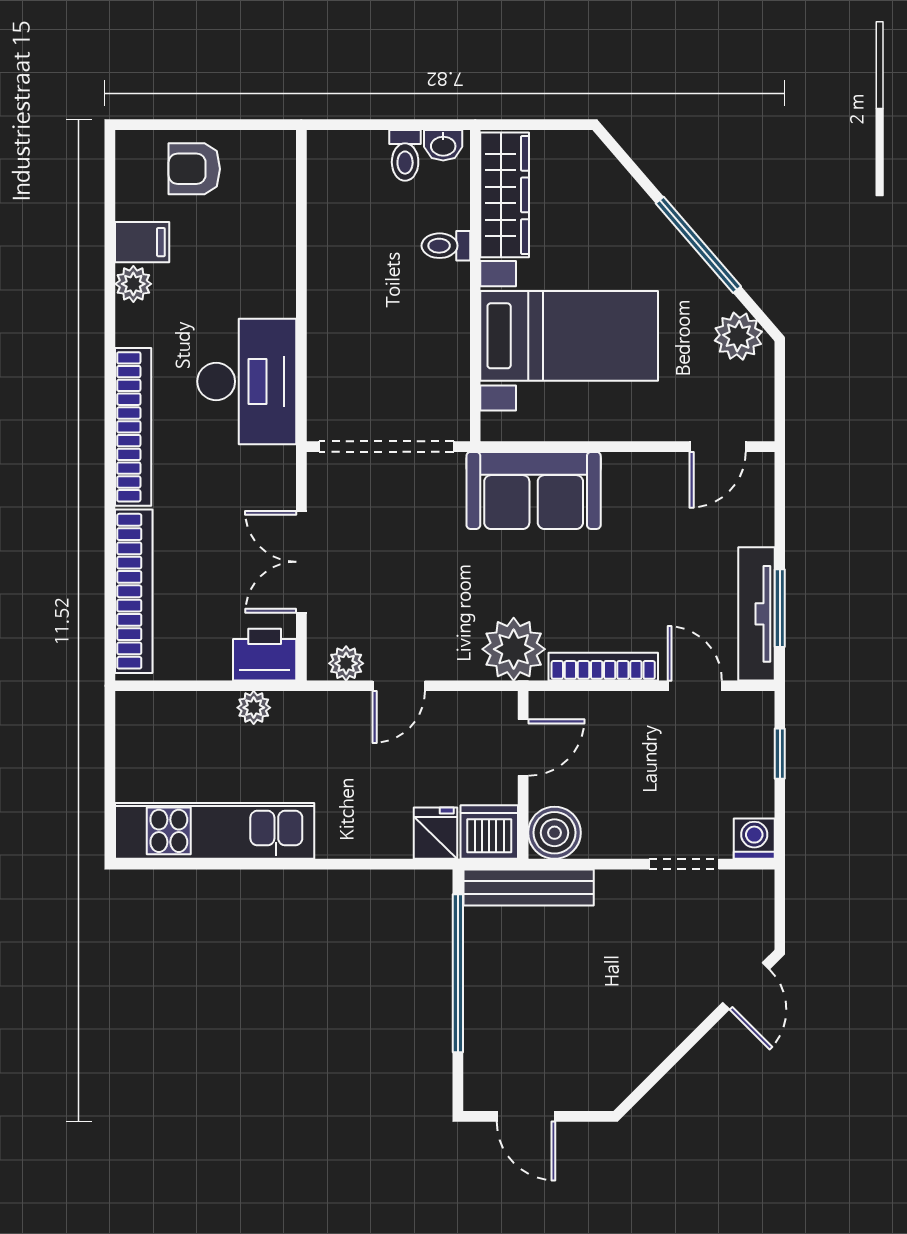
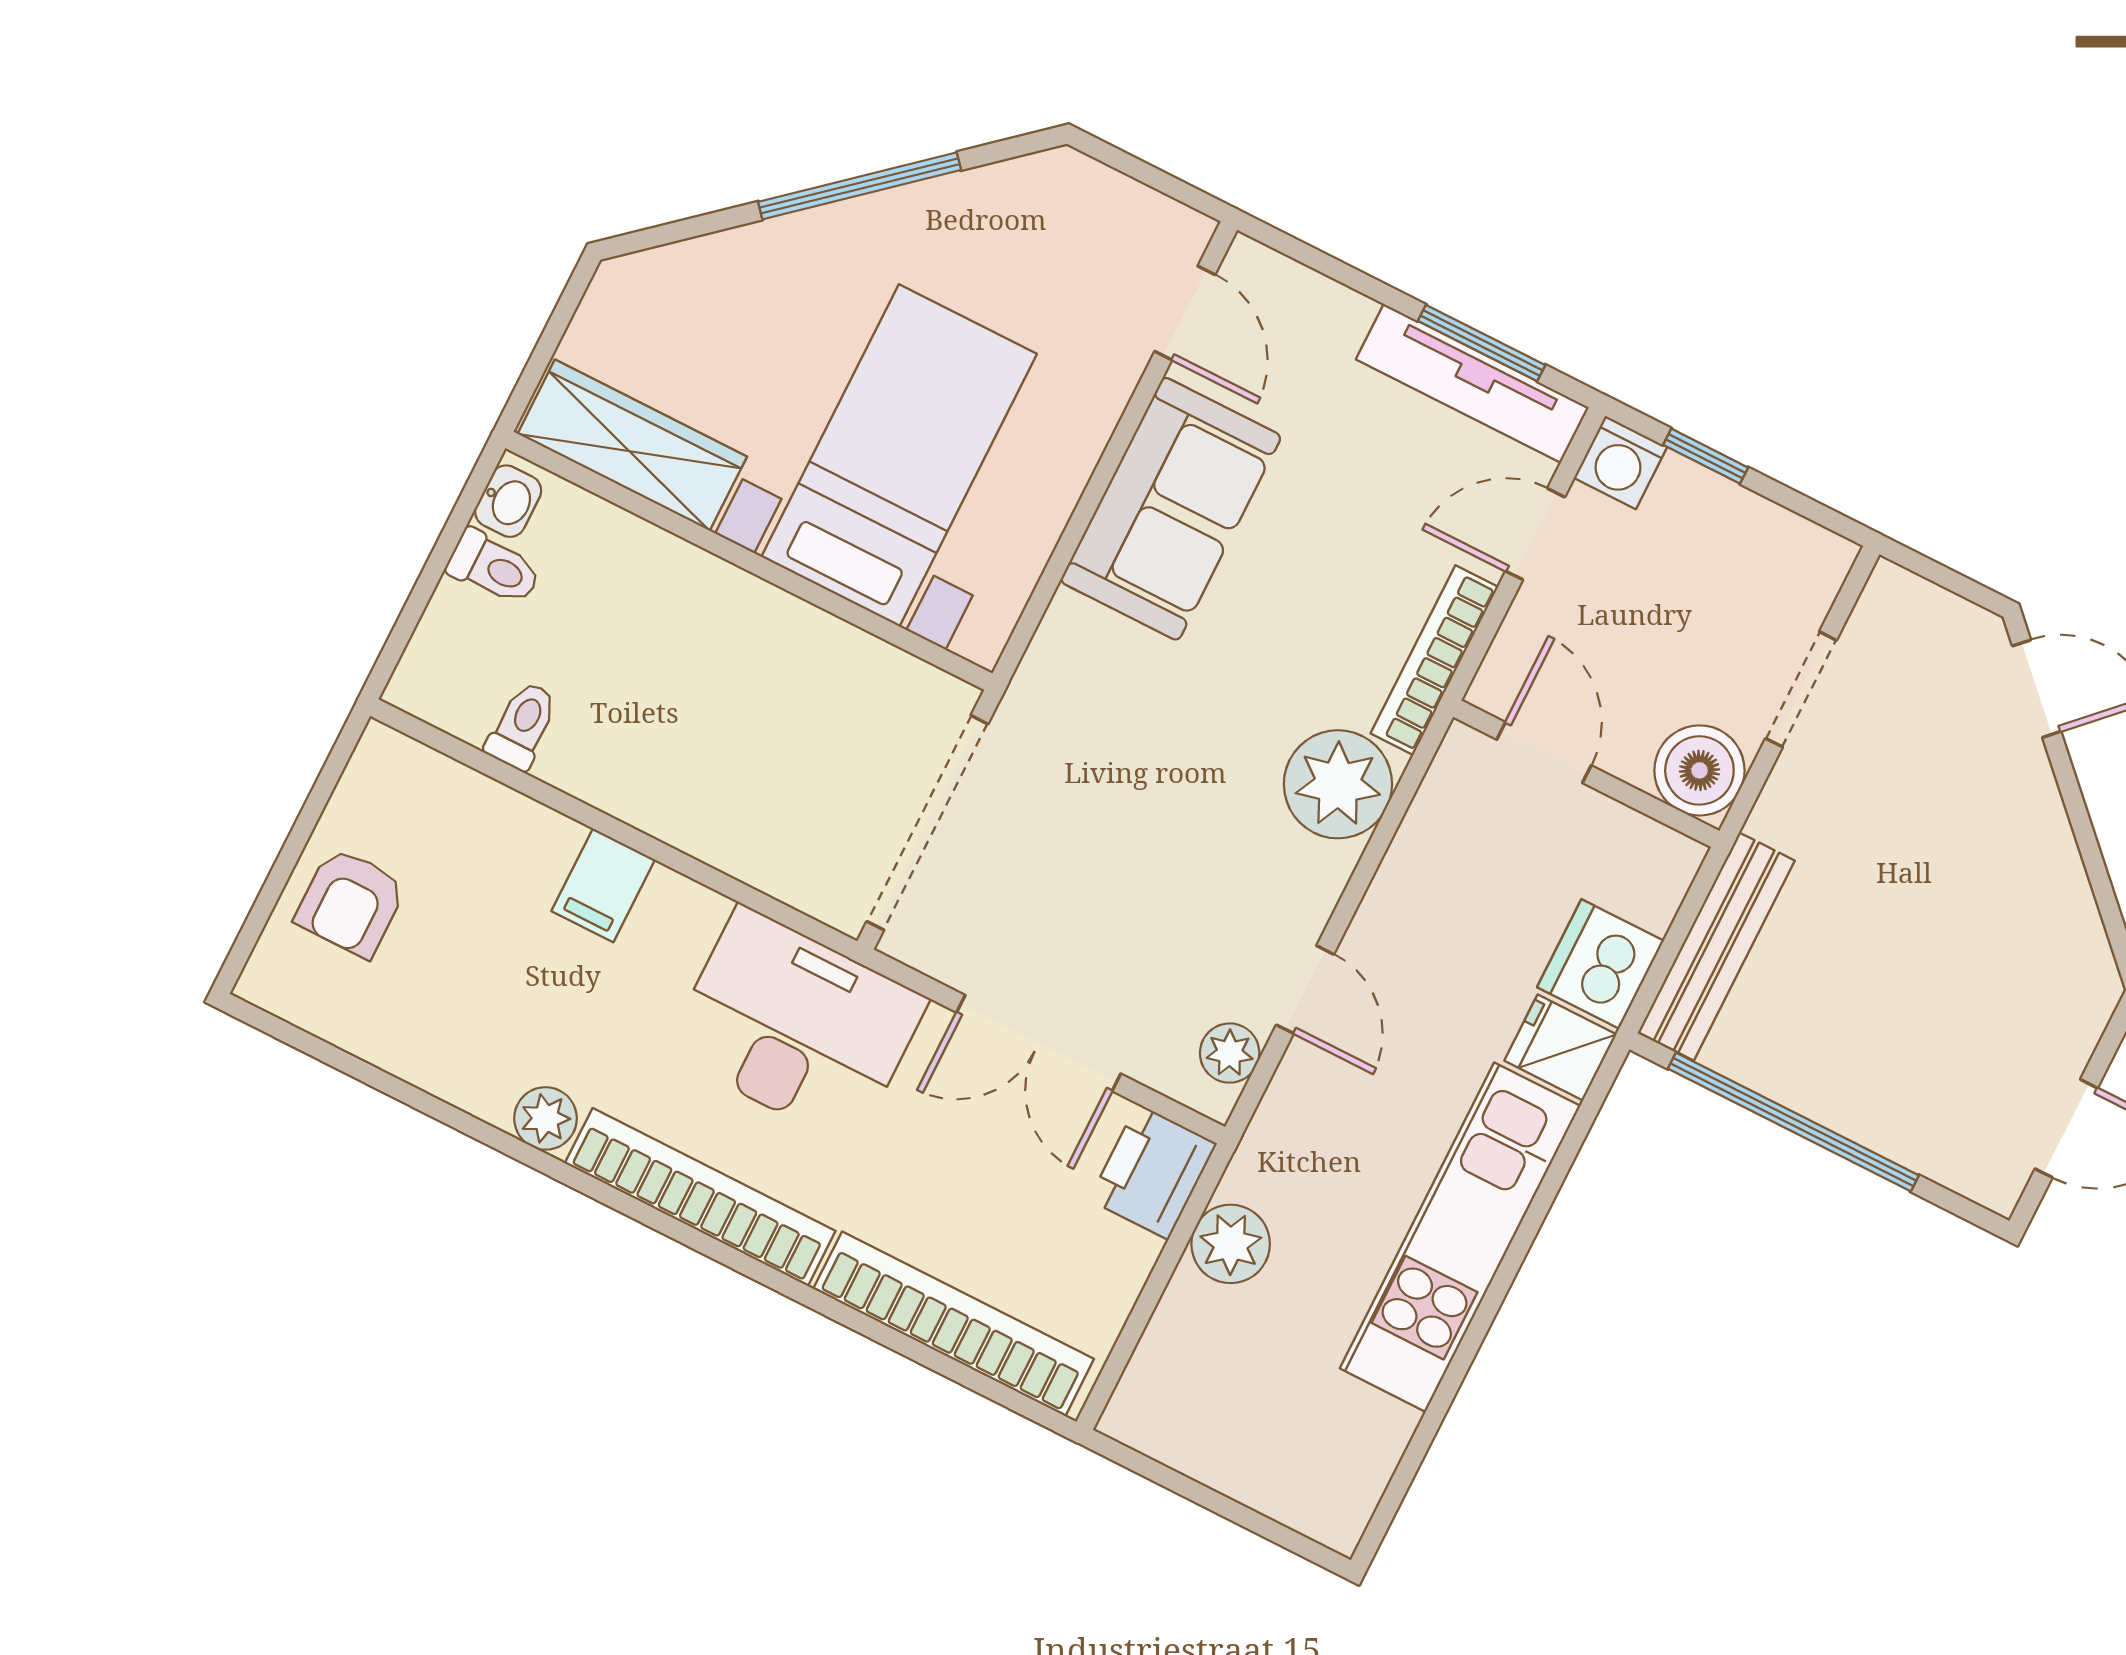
filing cabinet: (142, 242) -> (603, 885), moved, turned 180
toilet: (446, 246) -> (522, 726), moved, turned 180
plant: (133, 284) -> (545, 1118), moved
plant: (738, 336) -> (1031, 195), removed
desk: (247, 381) -> (796, 1026), moved
sofa: (534, 490) -> (1171, 509), moved
plant: (254, 708) -> (1231, 1244), width x1.38, depth x1.38
door: (523, 747) -> (1544, 752), moved
wall: (523, 775) -> (1586, 774), moved
kitchen unit: (215, 831) -> (1460, 1237), moved
boiler: (554, 833) -> (1699, 770), moved
washing machine: (754, 839) -> (1621, 462), moved, turned -90

